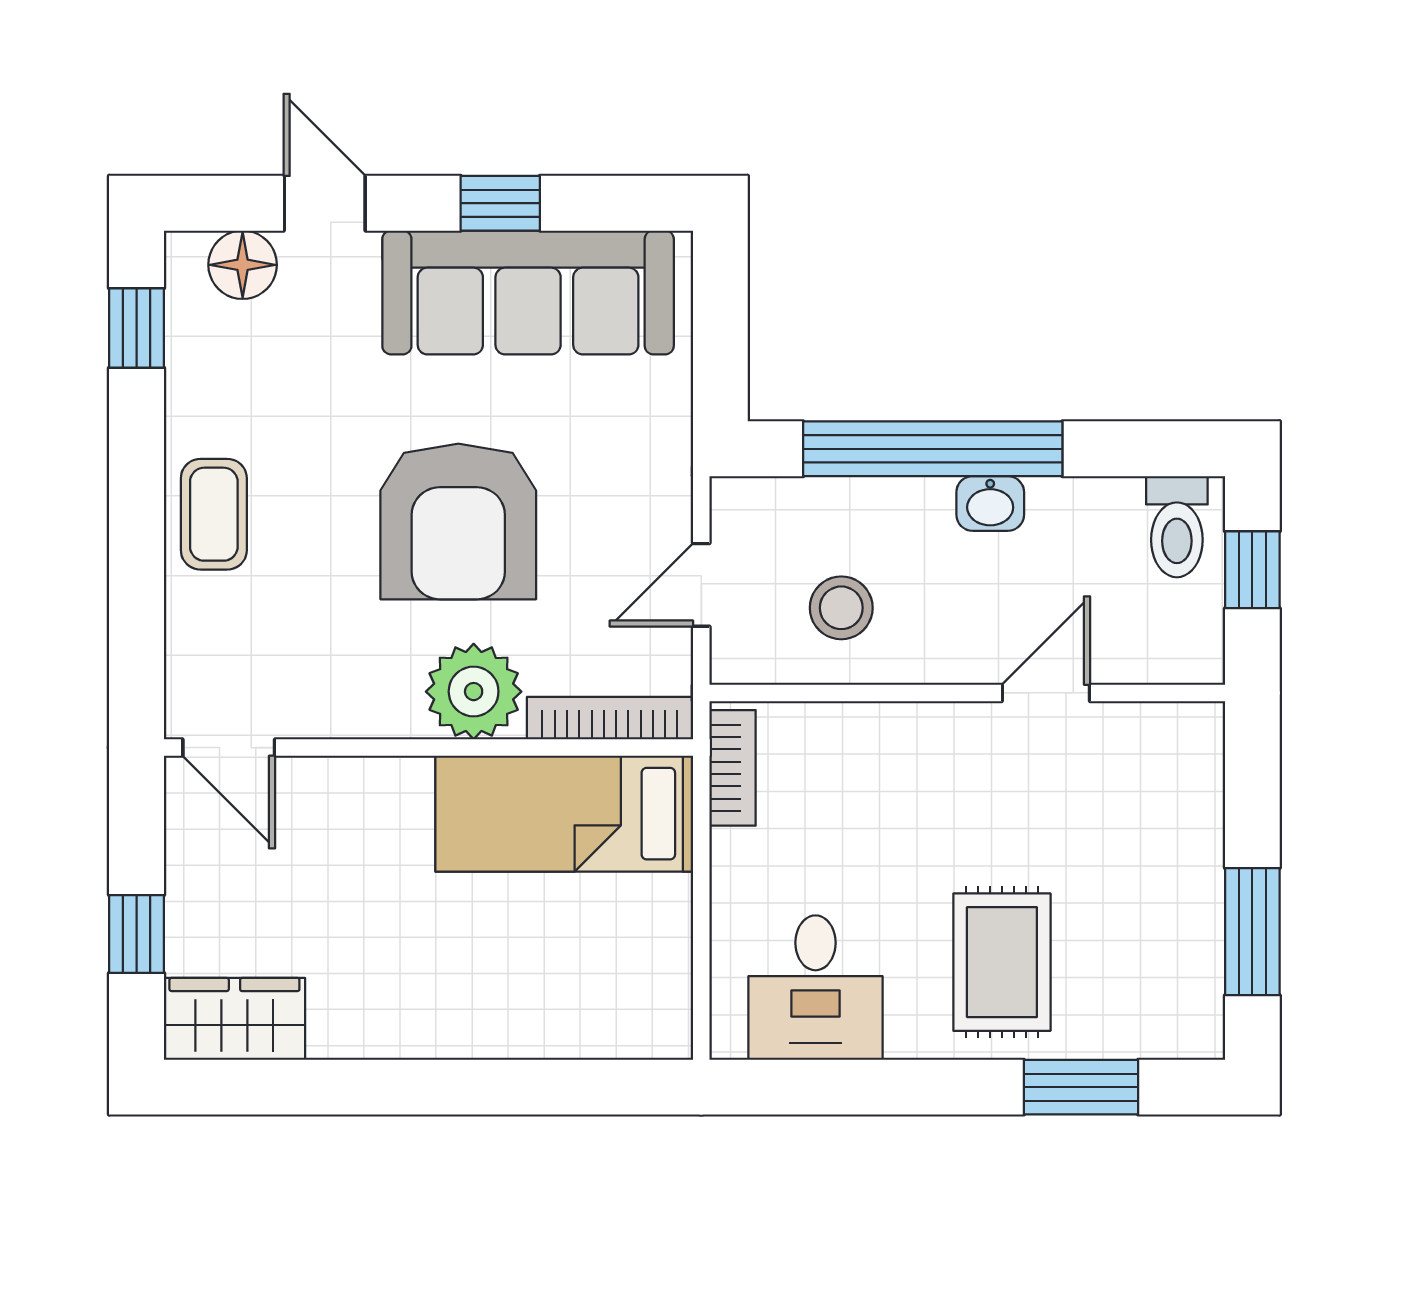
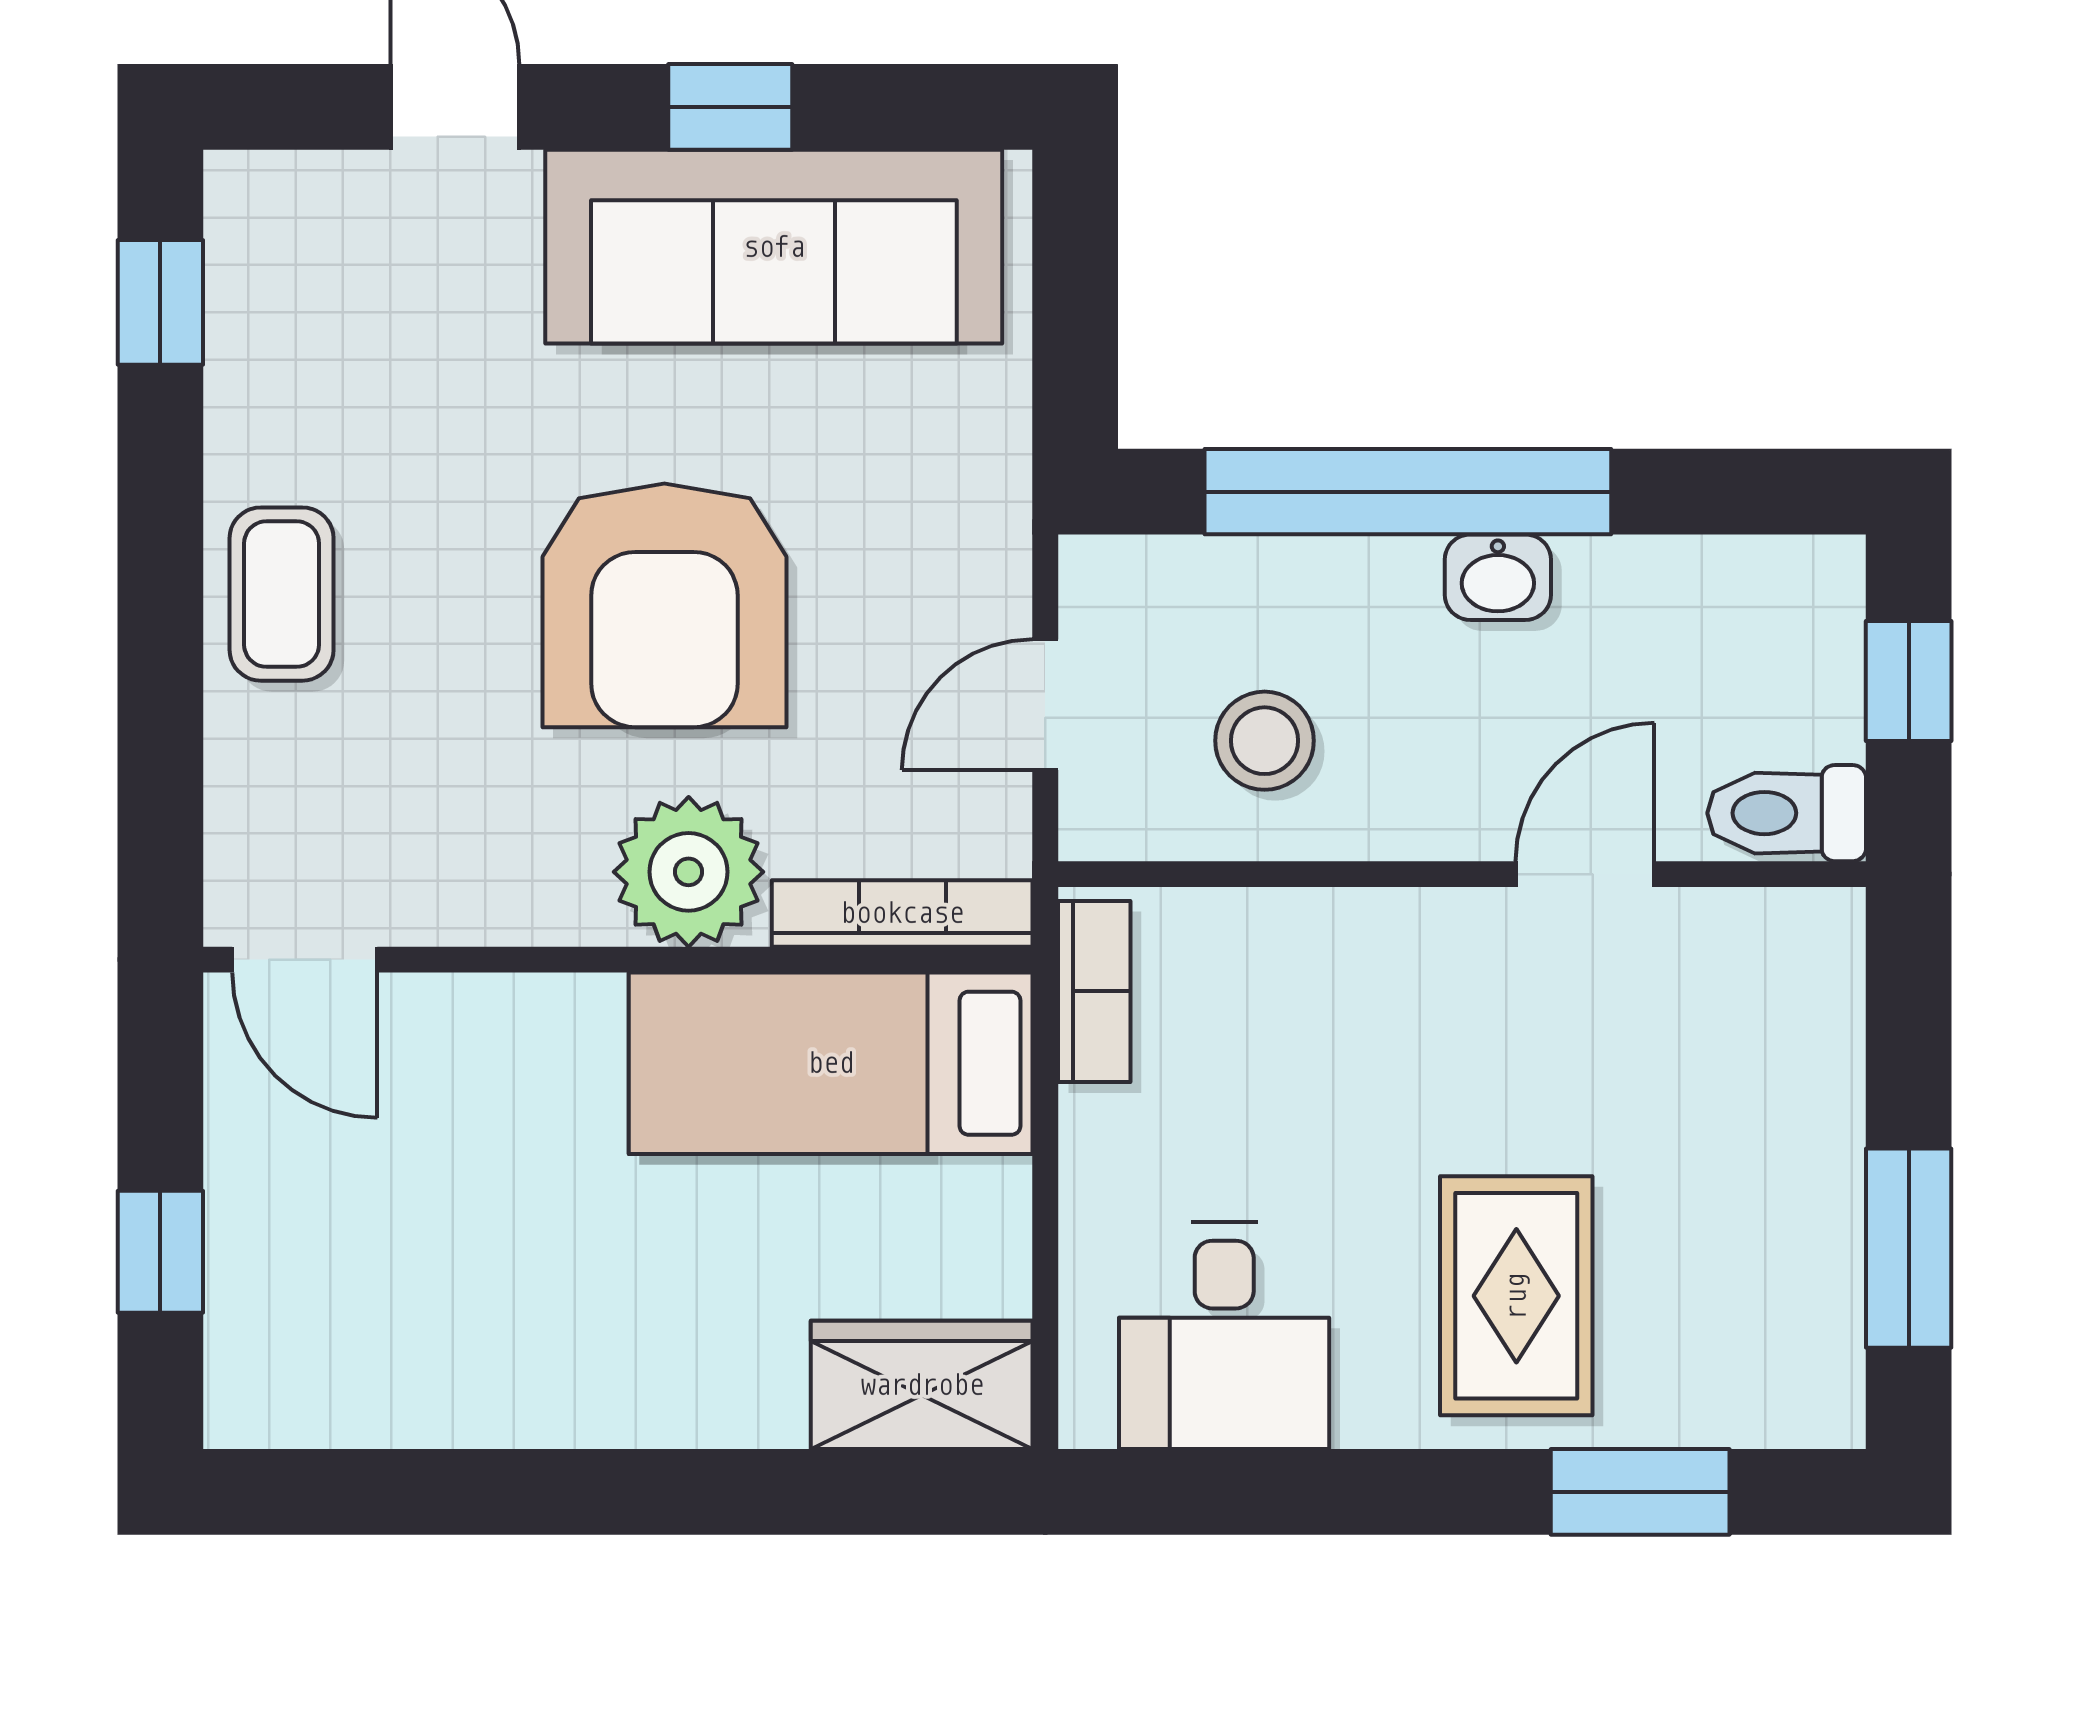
floor lamp: (243, 265) -> (327, 203), removed
toilet: (1177, 527) -> (1787, 813), moved, turned 90
wardrobe: (234, 1019) -> (922, 1385), moved

